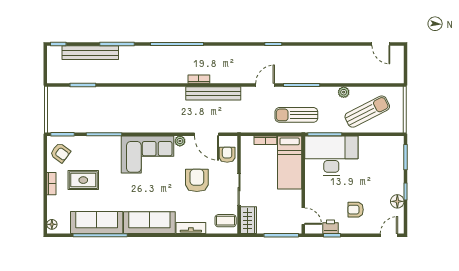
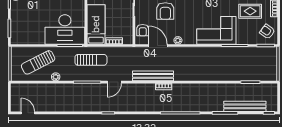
corner sofa: (147, 154) -> (216, 30), moved

